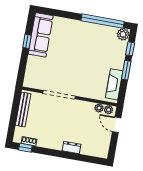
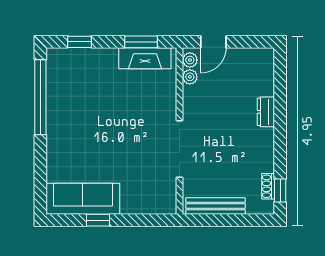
plant: (123, 34) -> (57, 58), removed
window: (126, 70) -> (141, 42), moved

